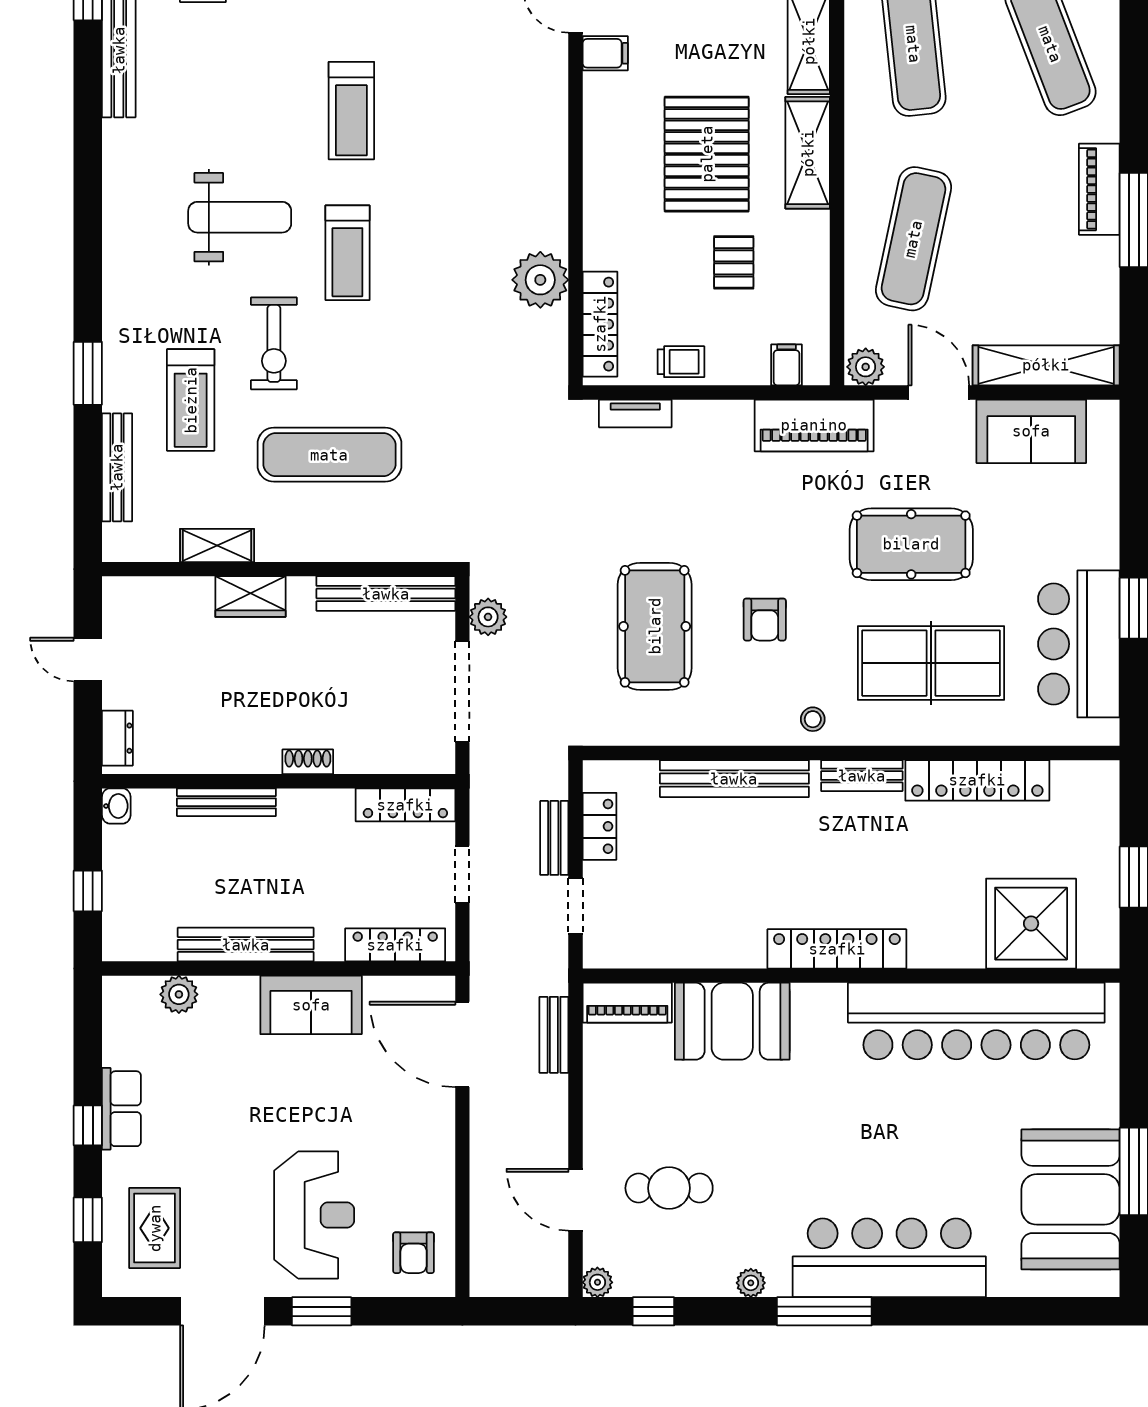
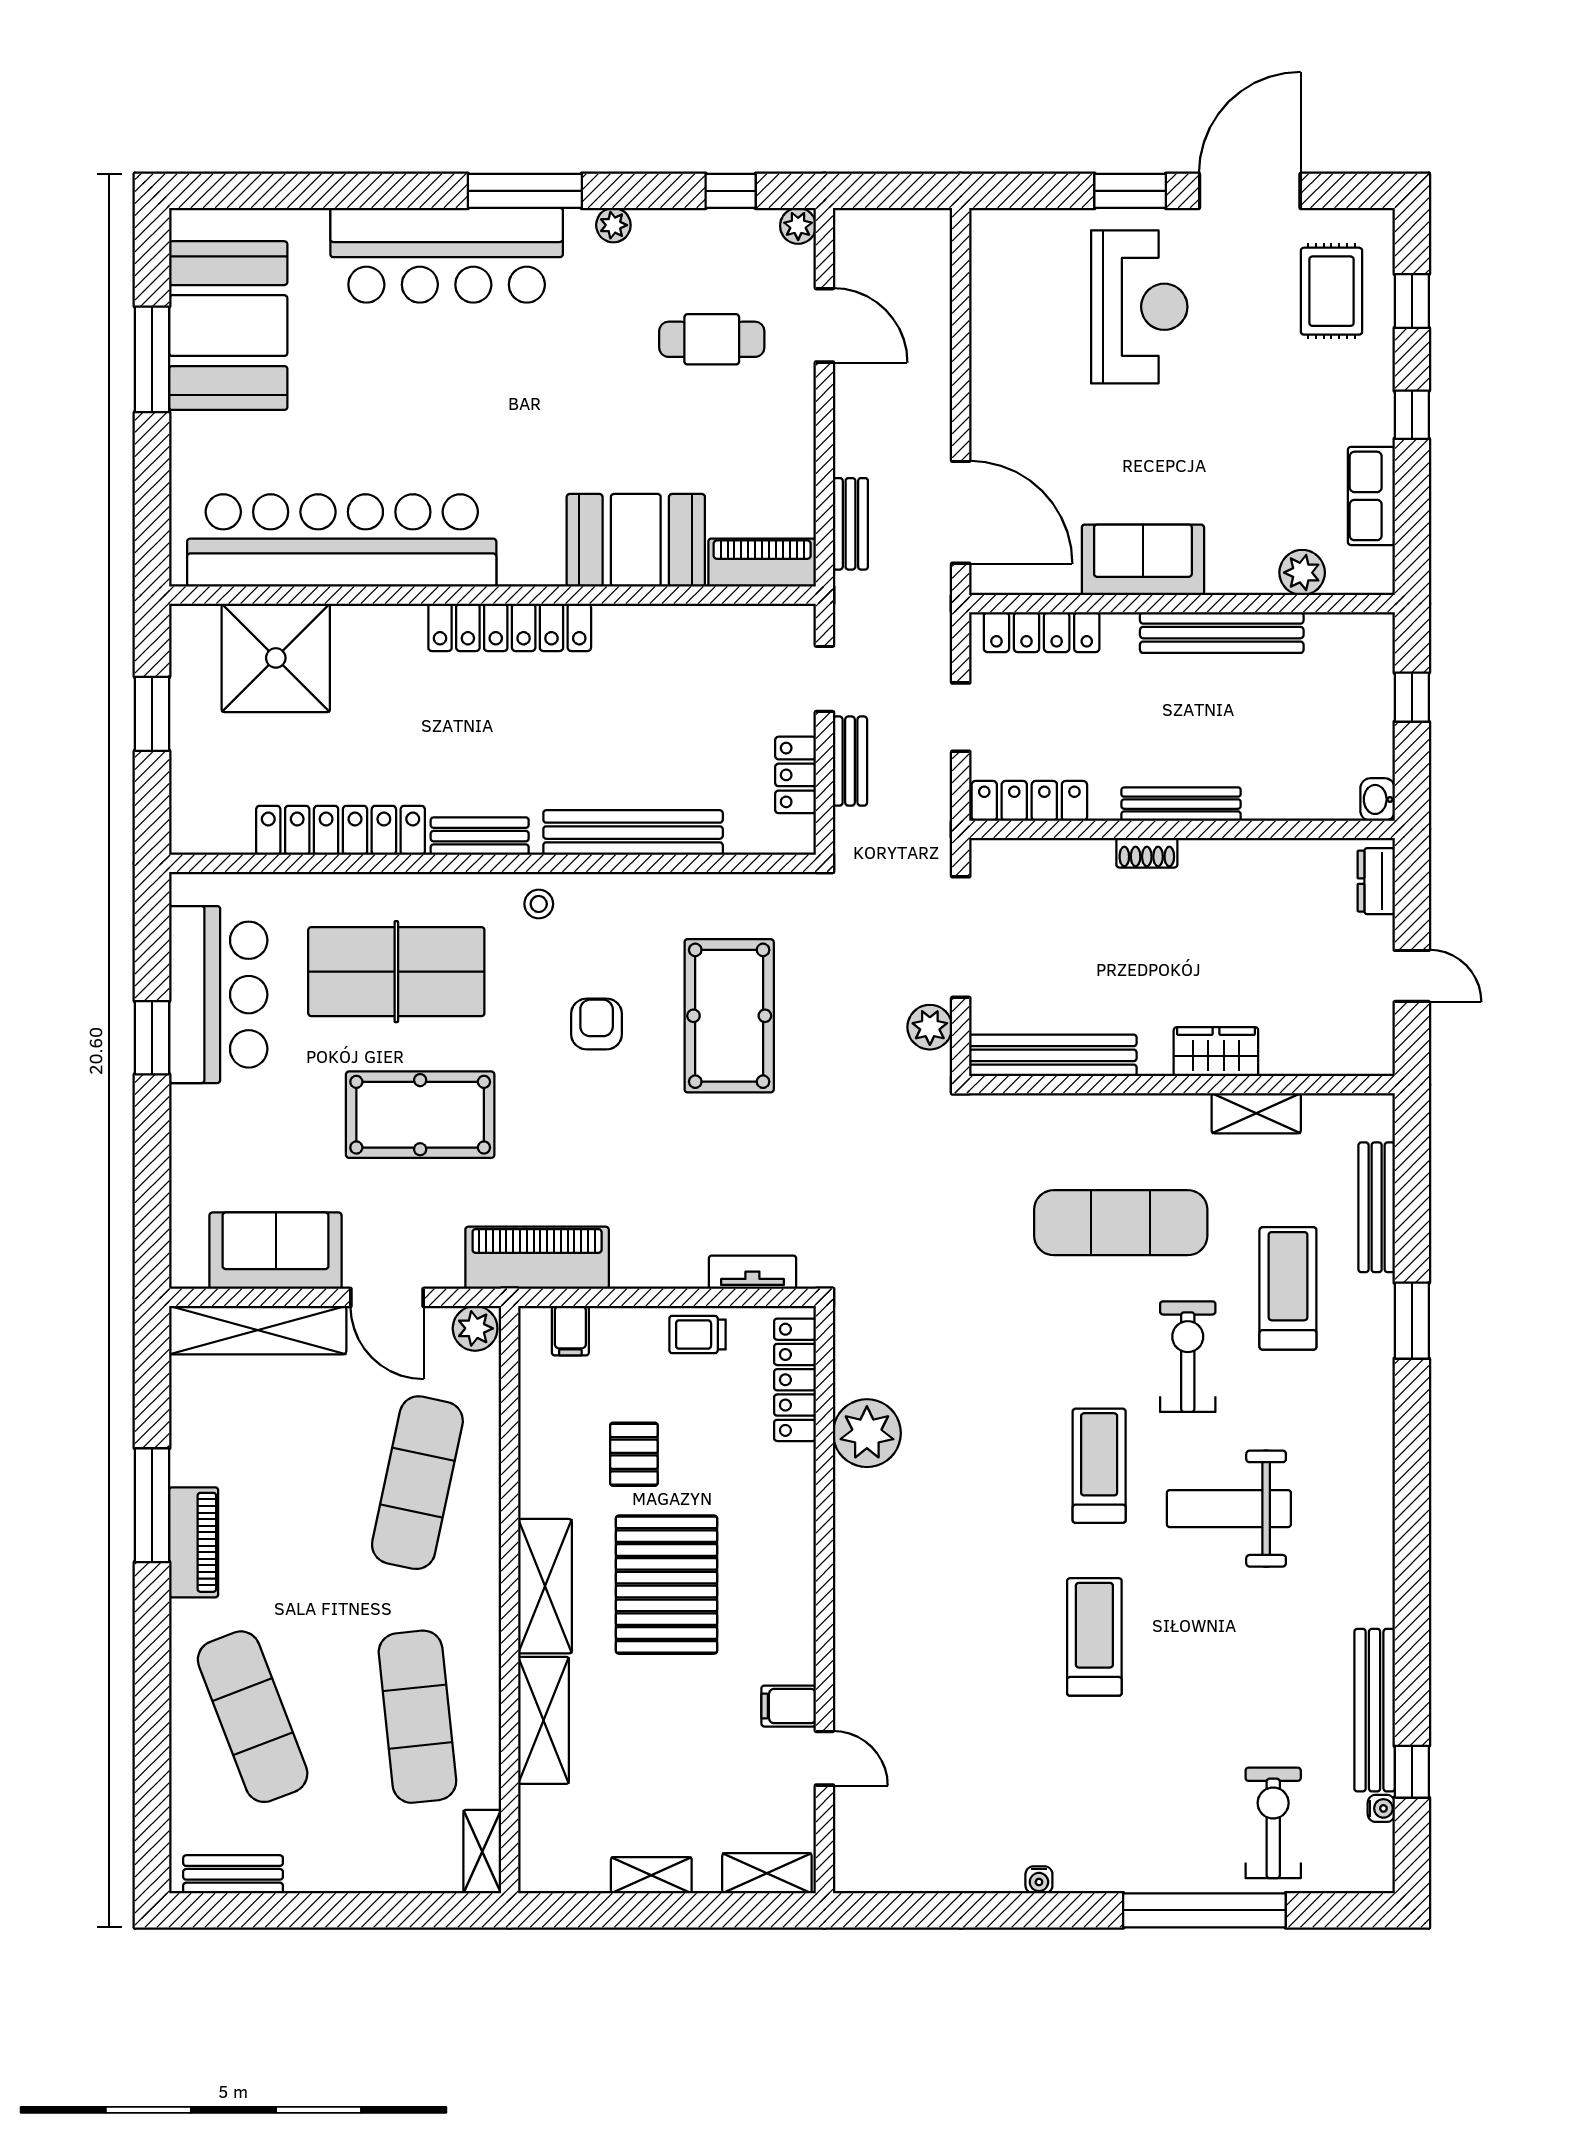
bench: (226, 802) -> (1181, 804), moved
row of seats: (121, 1109) -> (1371, 496), moved
reception desk: (314, 1215) -> (1139, 307), turned 180
armchair: (414, 1253) -> (1020, 261), removed

